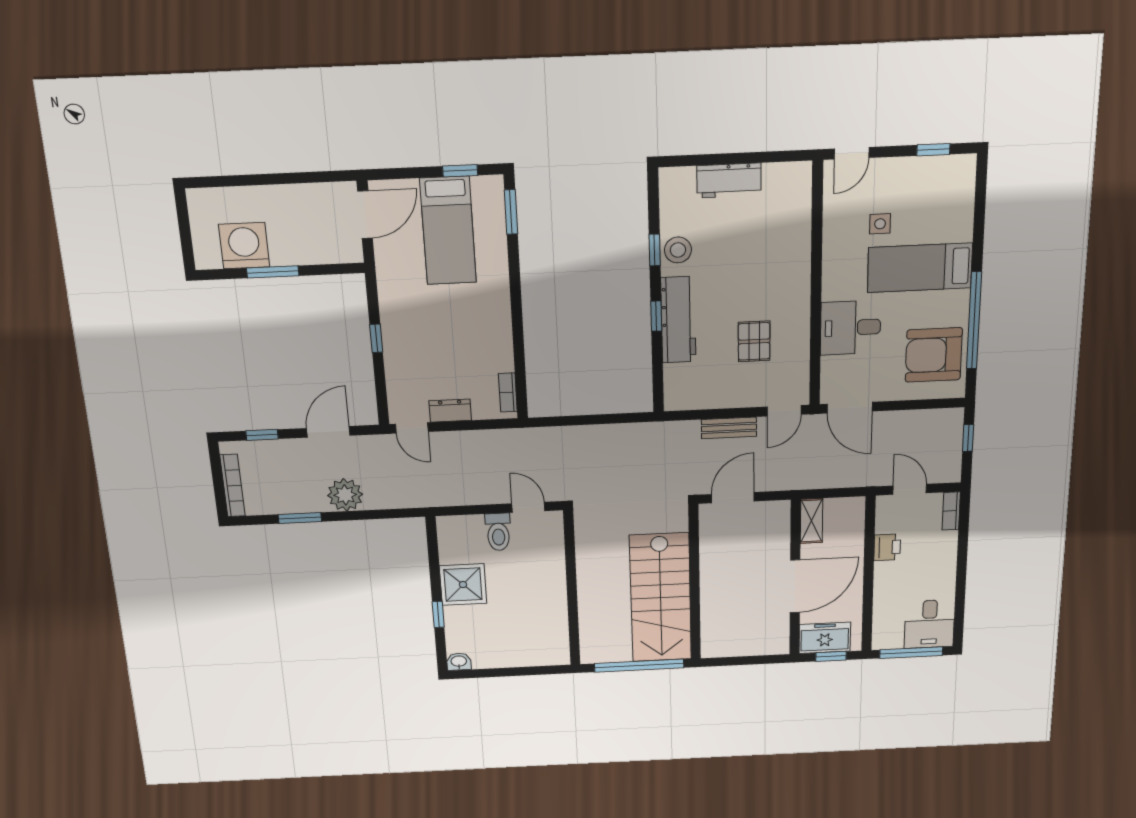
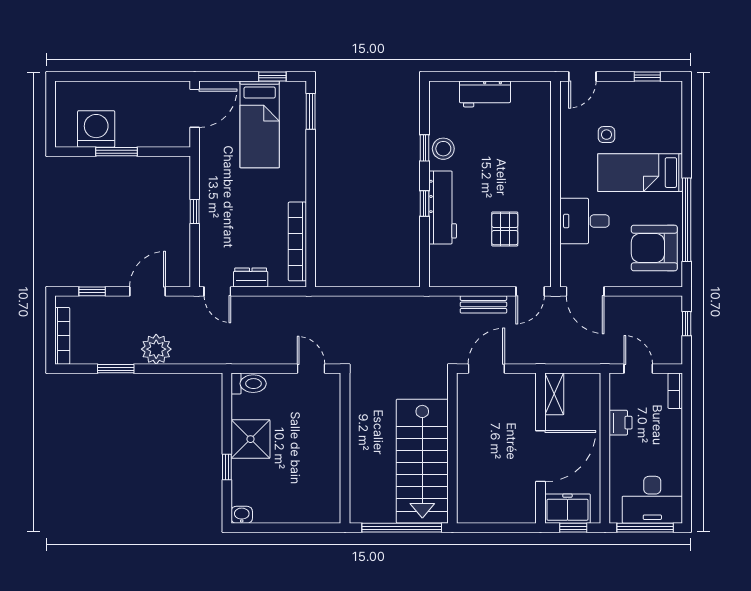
bookcase: (508, 392) -> (297, 241), width x2.31, depth x1.31
toilet: (498, 532) -> (249, 384), moved, turned -90
desk: (929, 624) -> (652, 500), width x1.37

